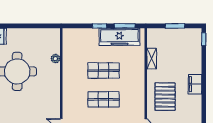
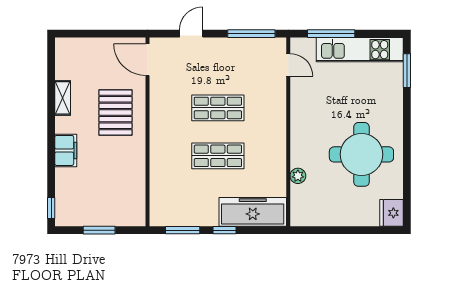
freezer: (119, 37) -> (253, 212), moved
shelving: (152, 59) -> (63, 98), moved
filing cabinet: (195, 84) -> (66, 150), moved

